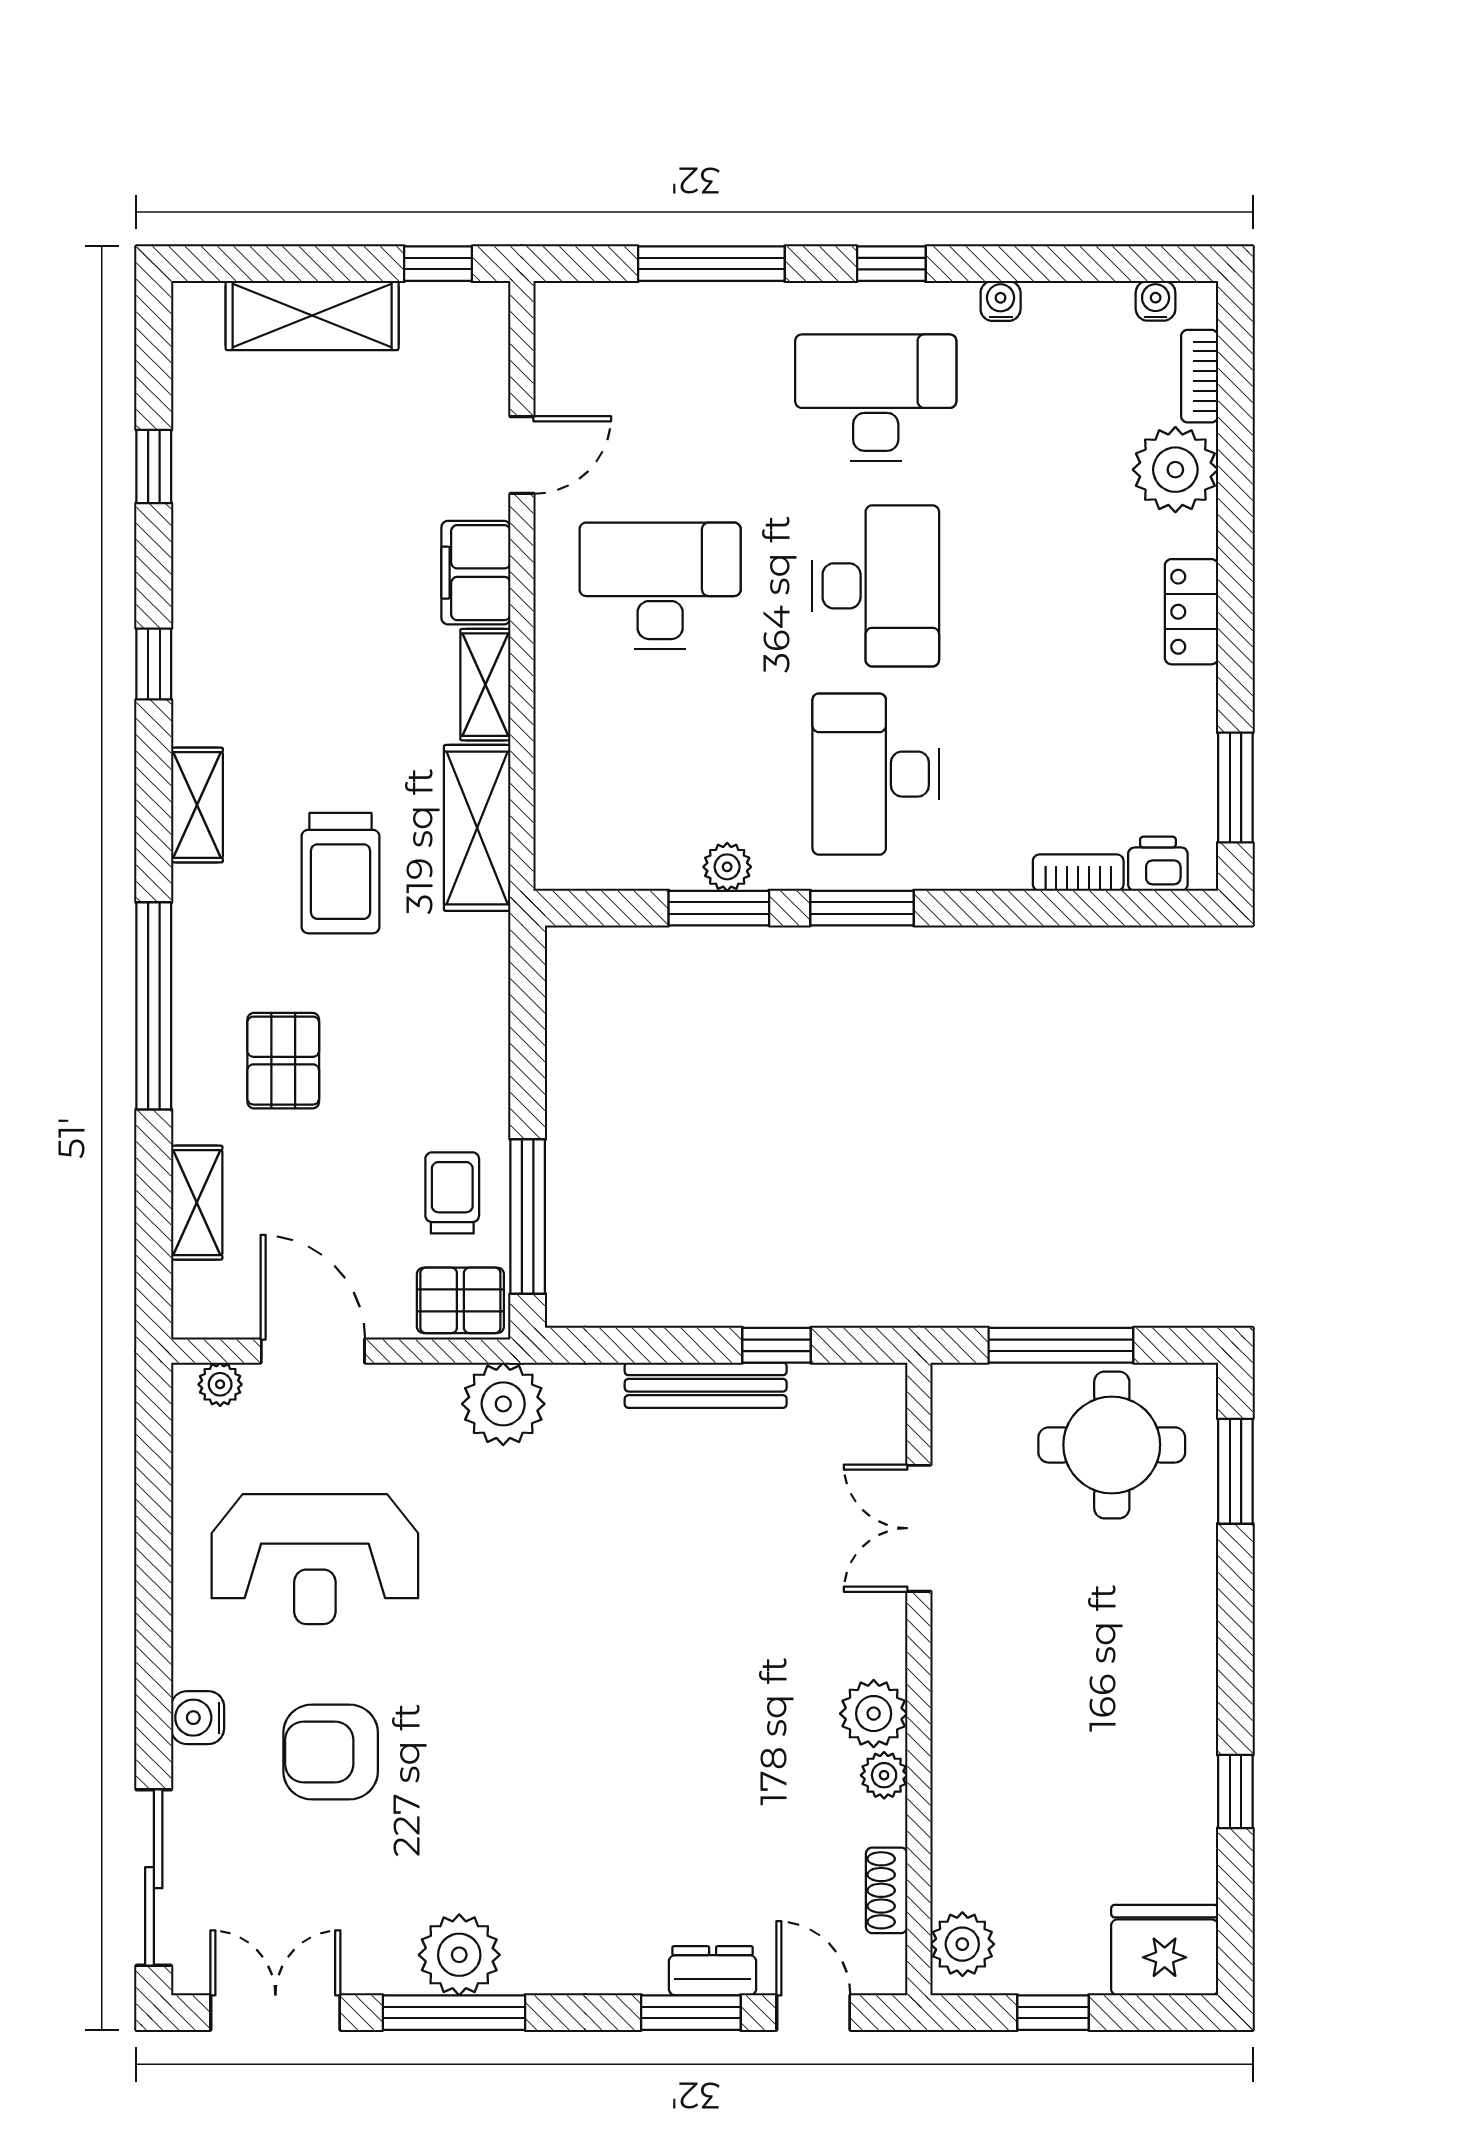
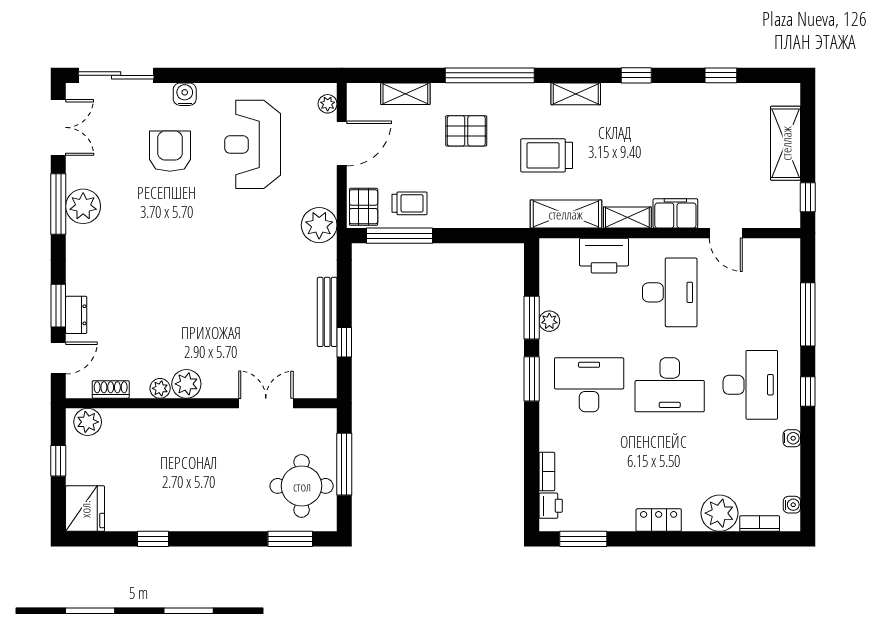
printer: (574, 739) -> (604, 256), added

